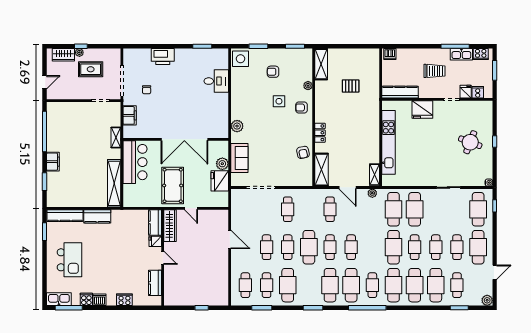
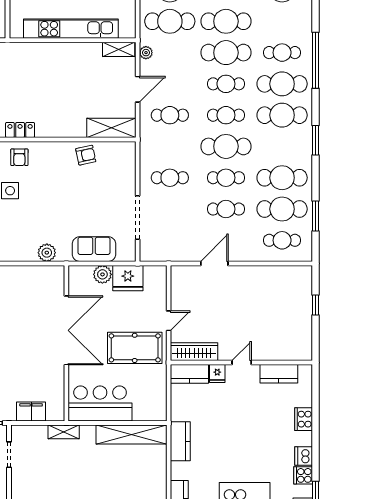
locker: (320, 133) -> (20, 130), moved
kitchen counter: (97, 216) -> (180, 441), moved
cafe table: (267, 285) -> (282, 209), width x1.37, depth x1.35
cafe table: (393, 285) -> (226, 53), moved

